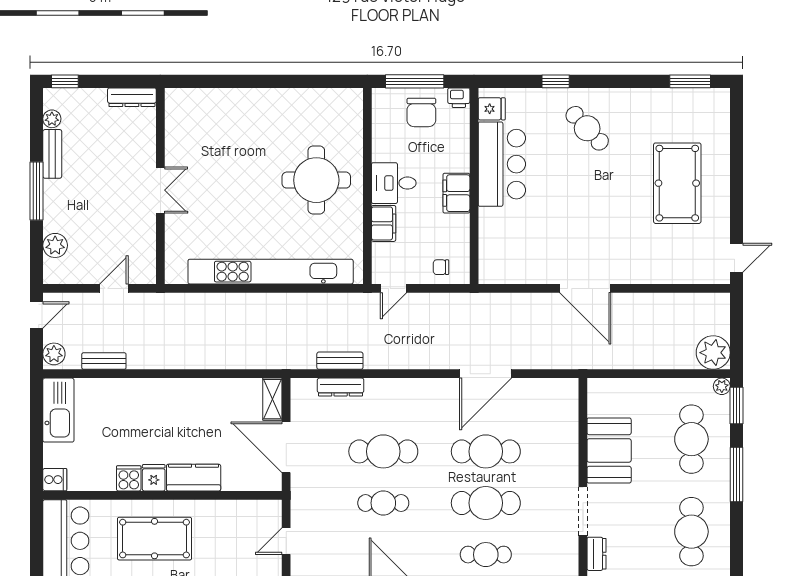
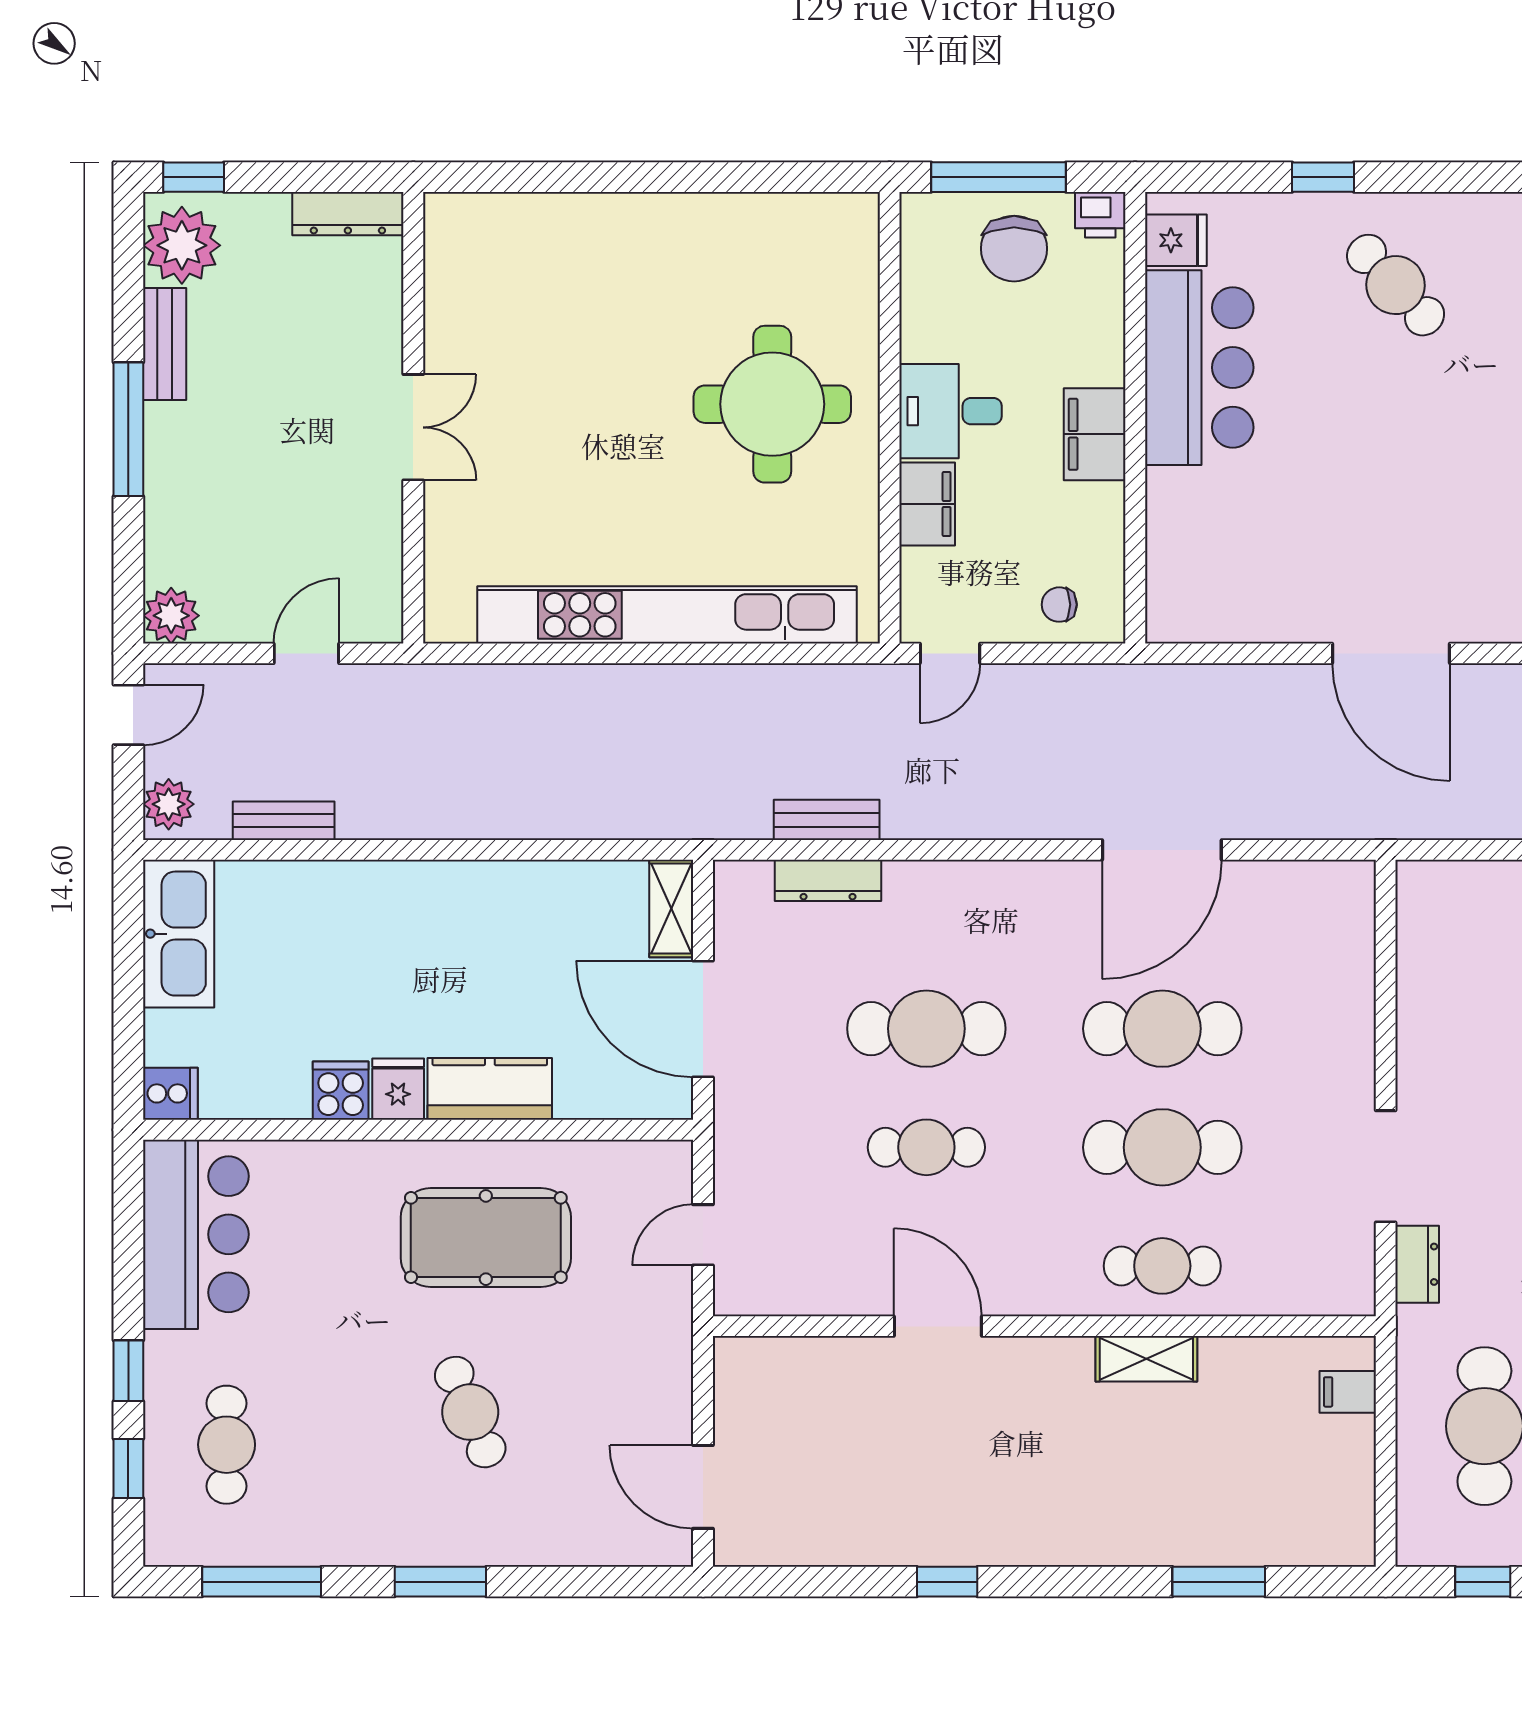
plant: (52, 119) -> (182, 245), width x1.88, depth x1.88
plant: (55, 245) -> (171, 616), moved
booth: (609, 450) -> (1446, 1027), removed
pool table: (154, 539) -> (486, 1238), moved

